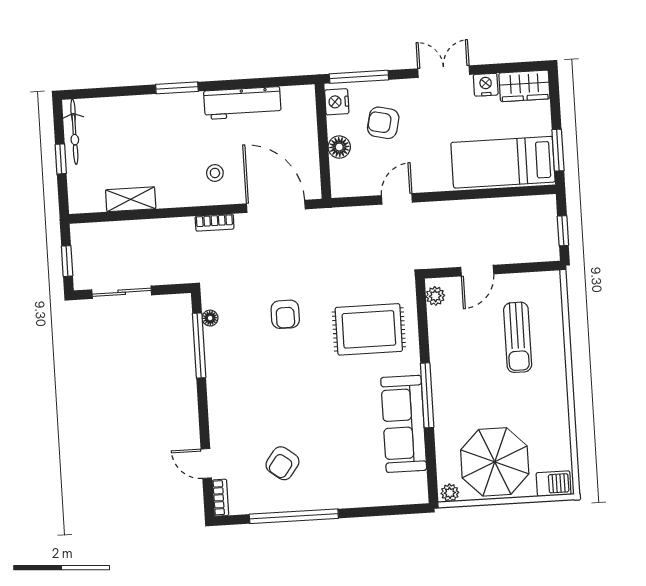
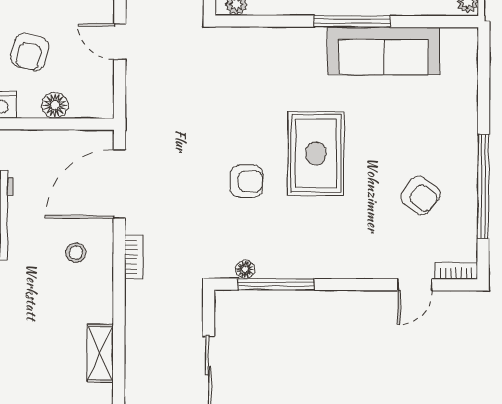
rug: (369, 329) -> (316, 153), moved

